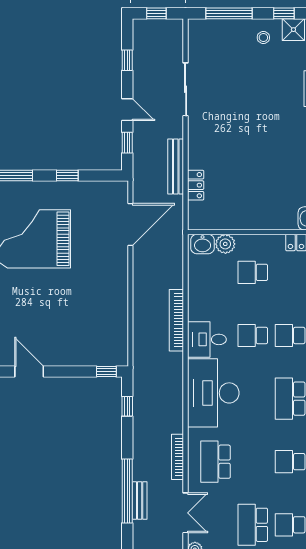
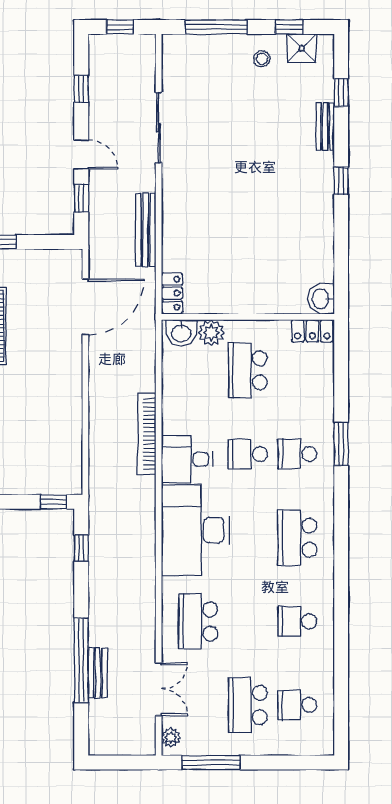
locker: (196, 185) -> (172, 293), moved
school desk: (253, 272) -> (248, 370), width x1.85
bookcase: (178, 457) -> (148, 615), removed

